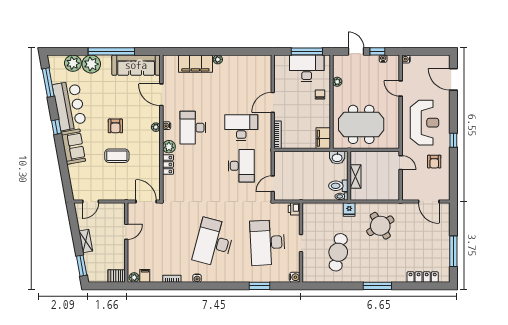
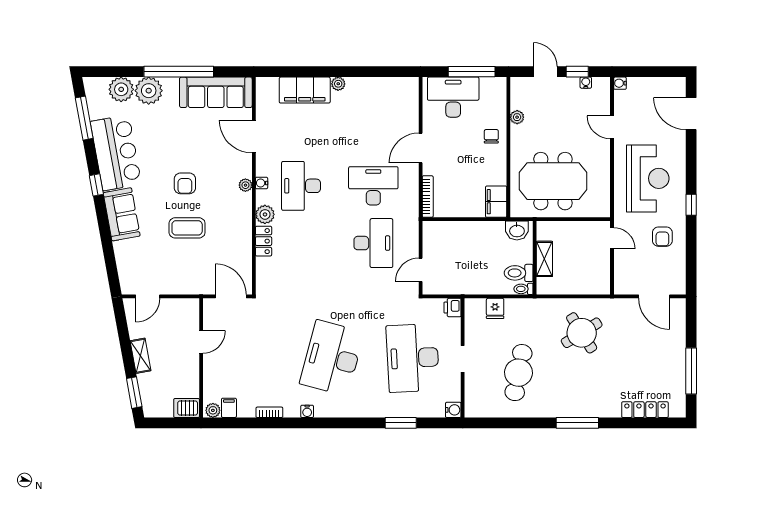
desk: (307, 68) -> (453, 97), moved
fridge: (349, 209) -> (495, 308), moved

